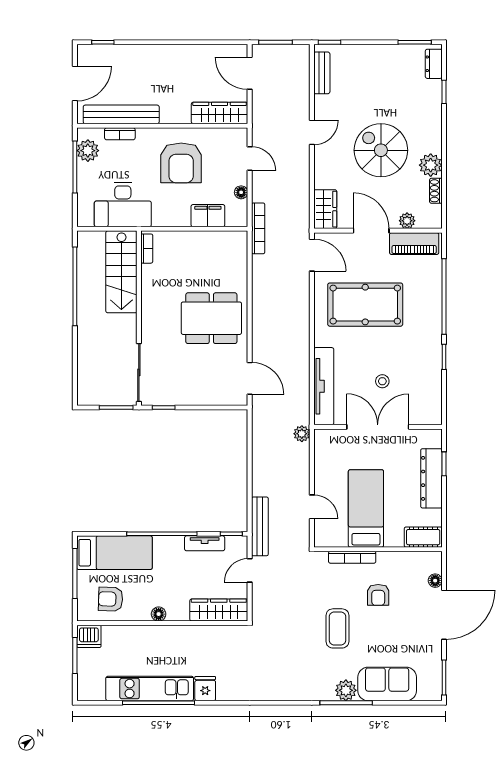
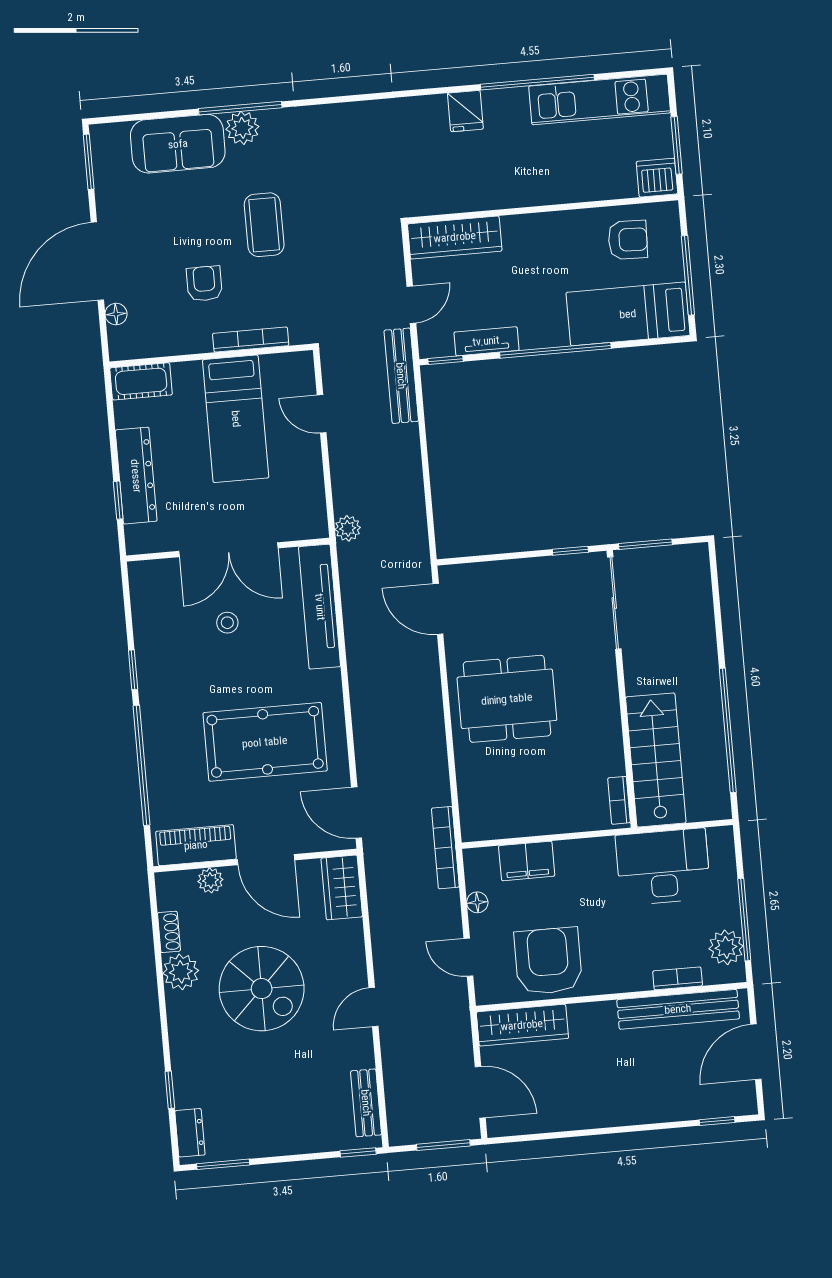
armchair: (181, 163) -> (548, 961), moved
floor lamp: (159, 614) -> (550, 223), removed
kitchen unit: (150, 689) -> (600, 99), moved

